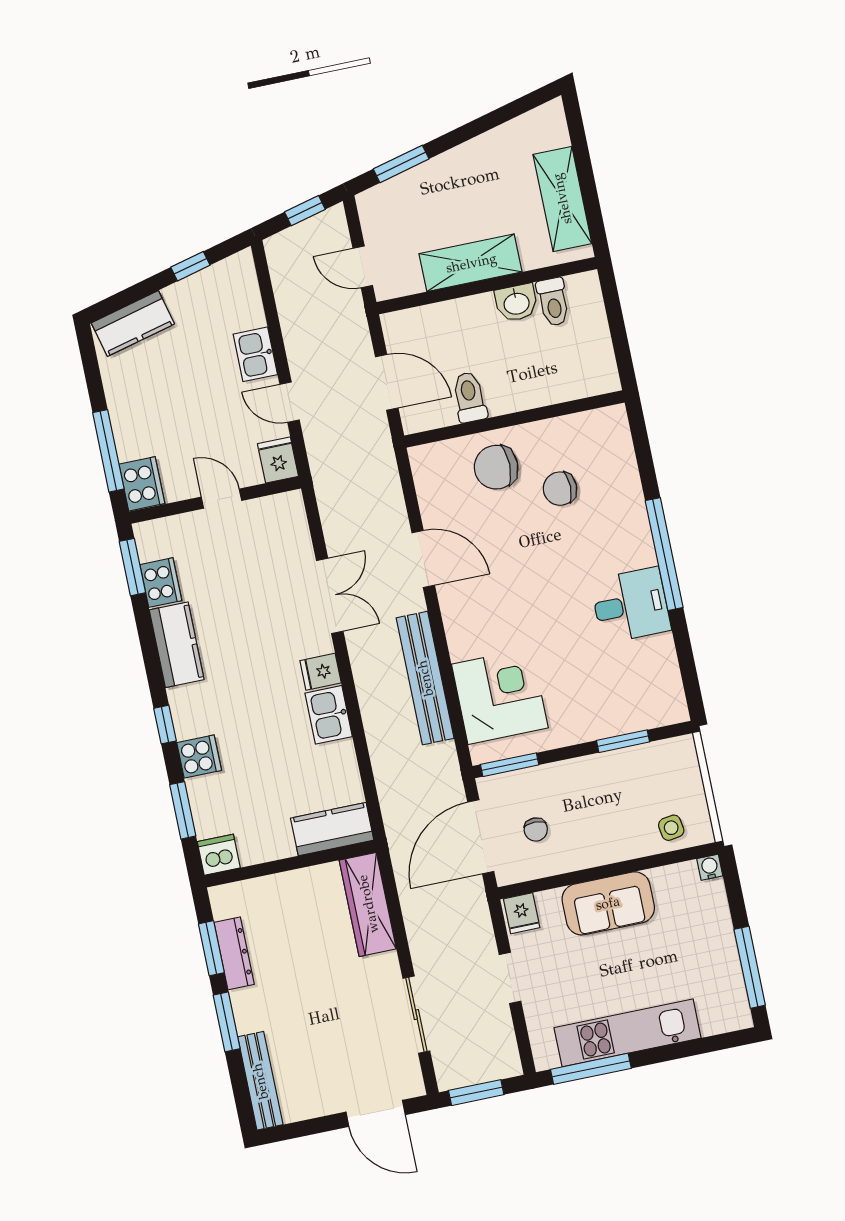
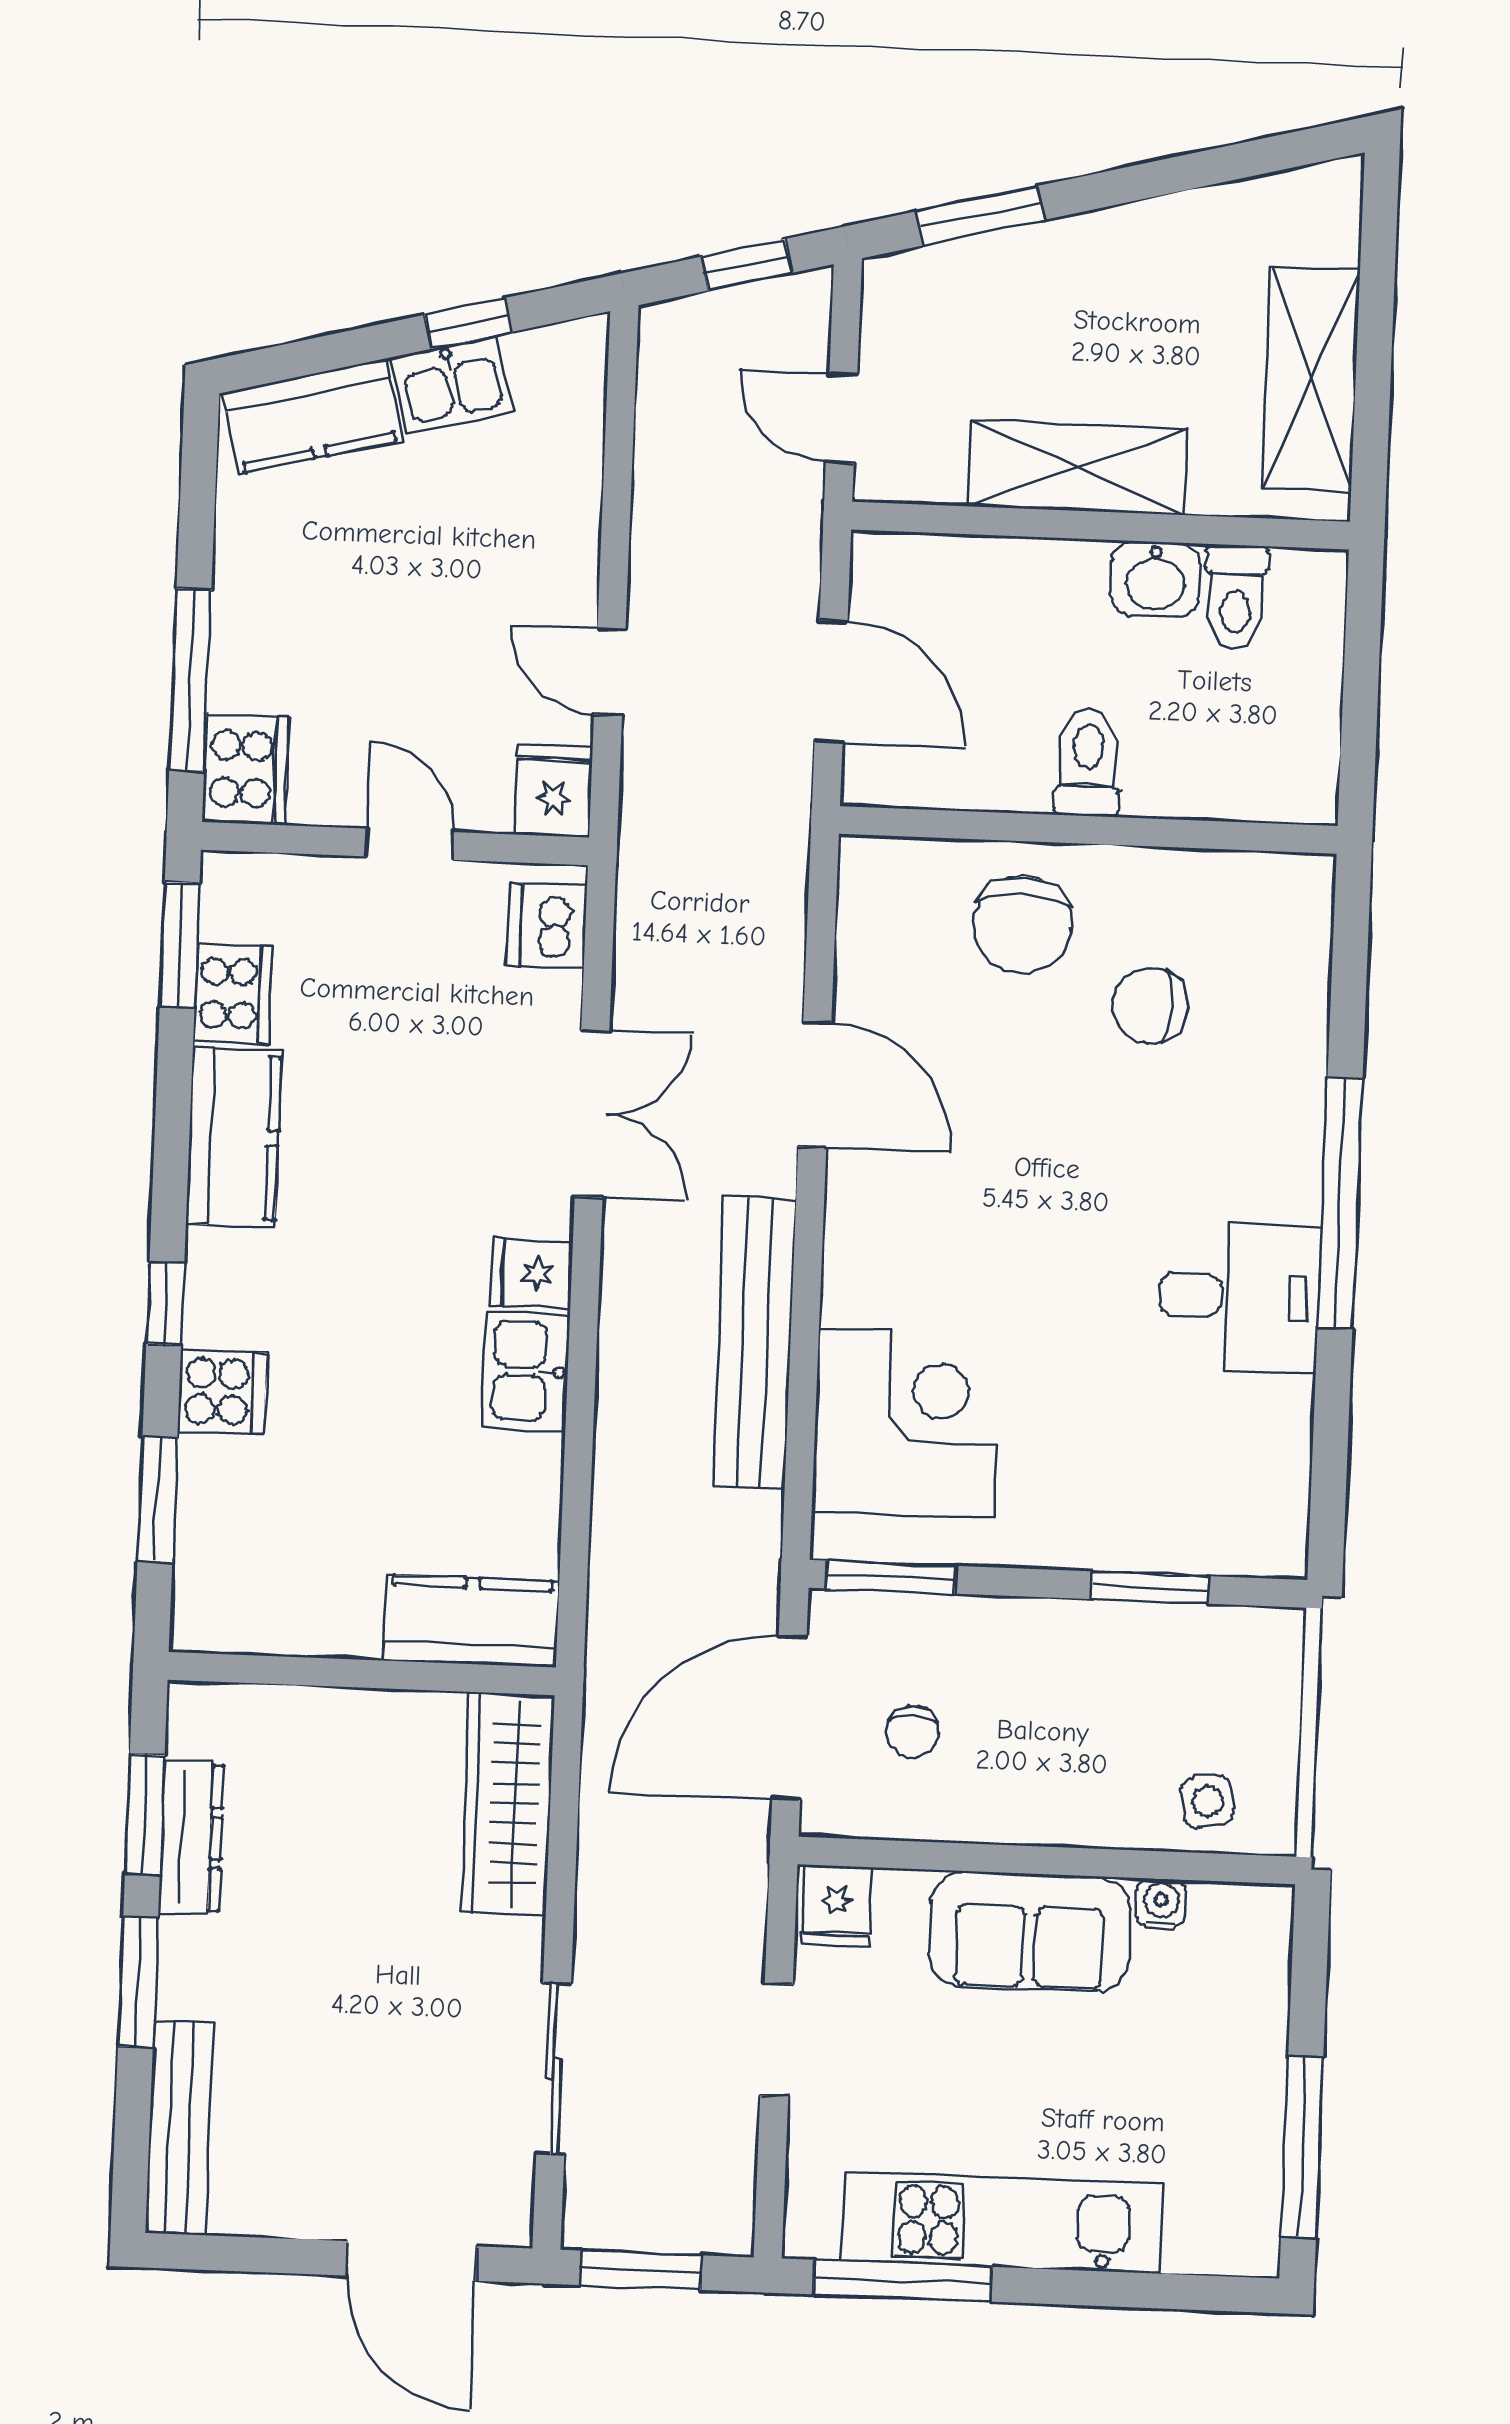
kitchen sink: (255, 354) -> (452, 385), moved, turned -104
toilet: (469, 397) -> (1088, 762), moved
chair: (496, 467) -> (1023, 925), turned -90
dishwasher: (219, 855) -> (547, 926), moved, turned -90
water cooler: (710, 867) -> (1161, 1904), moved

